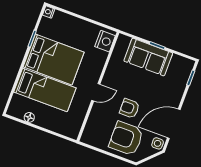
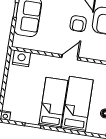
bed: (54, 60) -> (53, 103), width x0.67
door: (96, 92) -> (70, 57), hinge flipped

